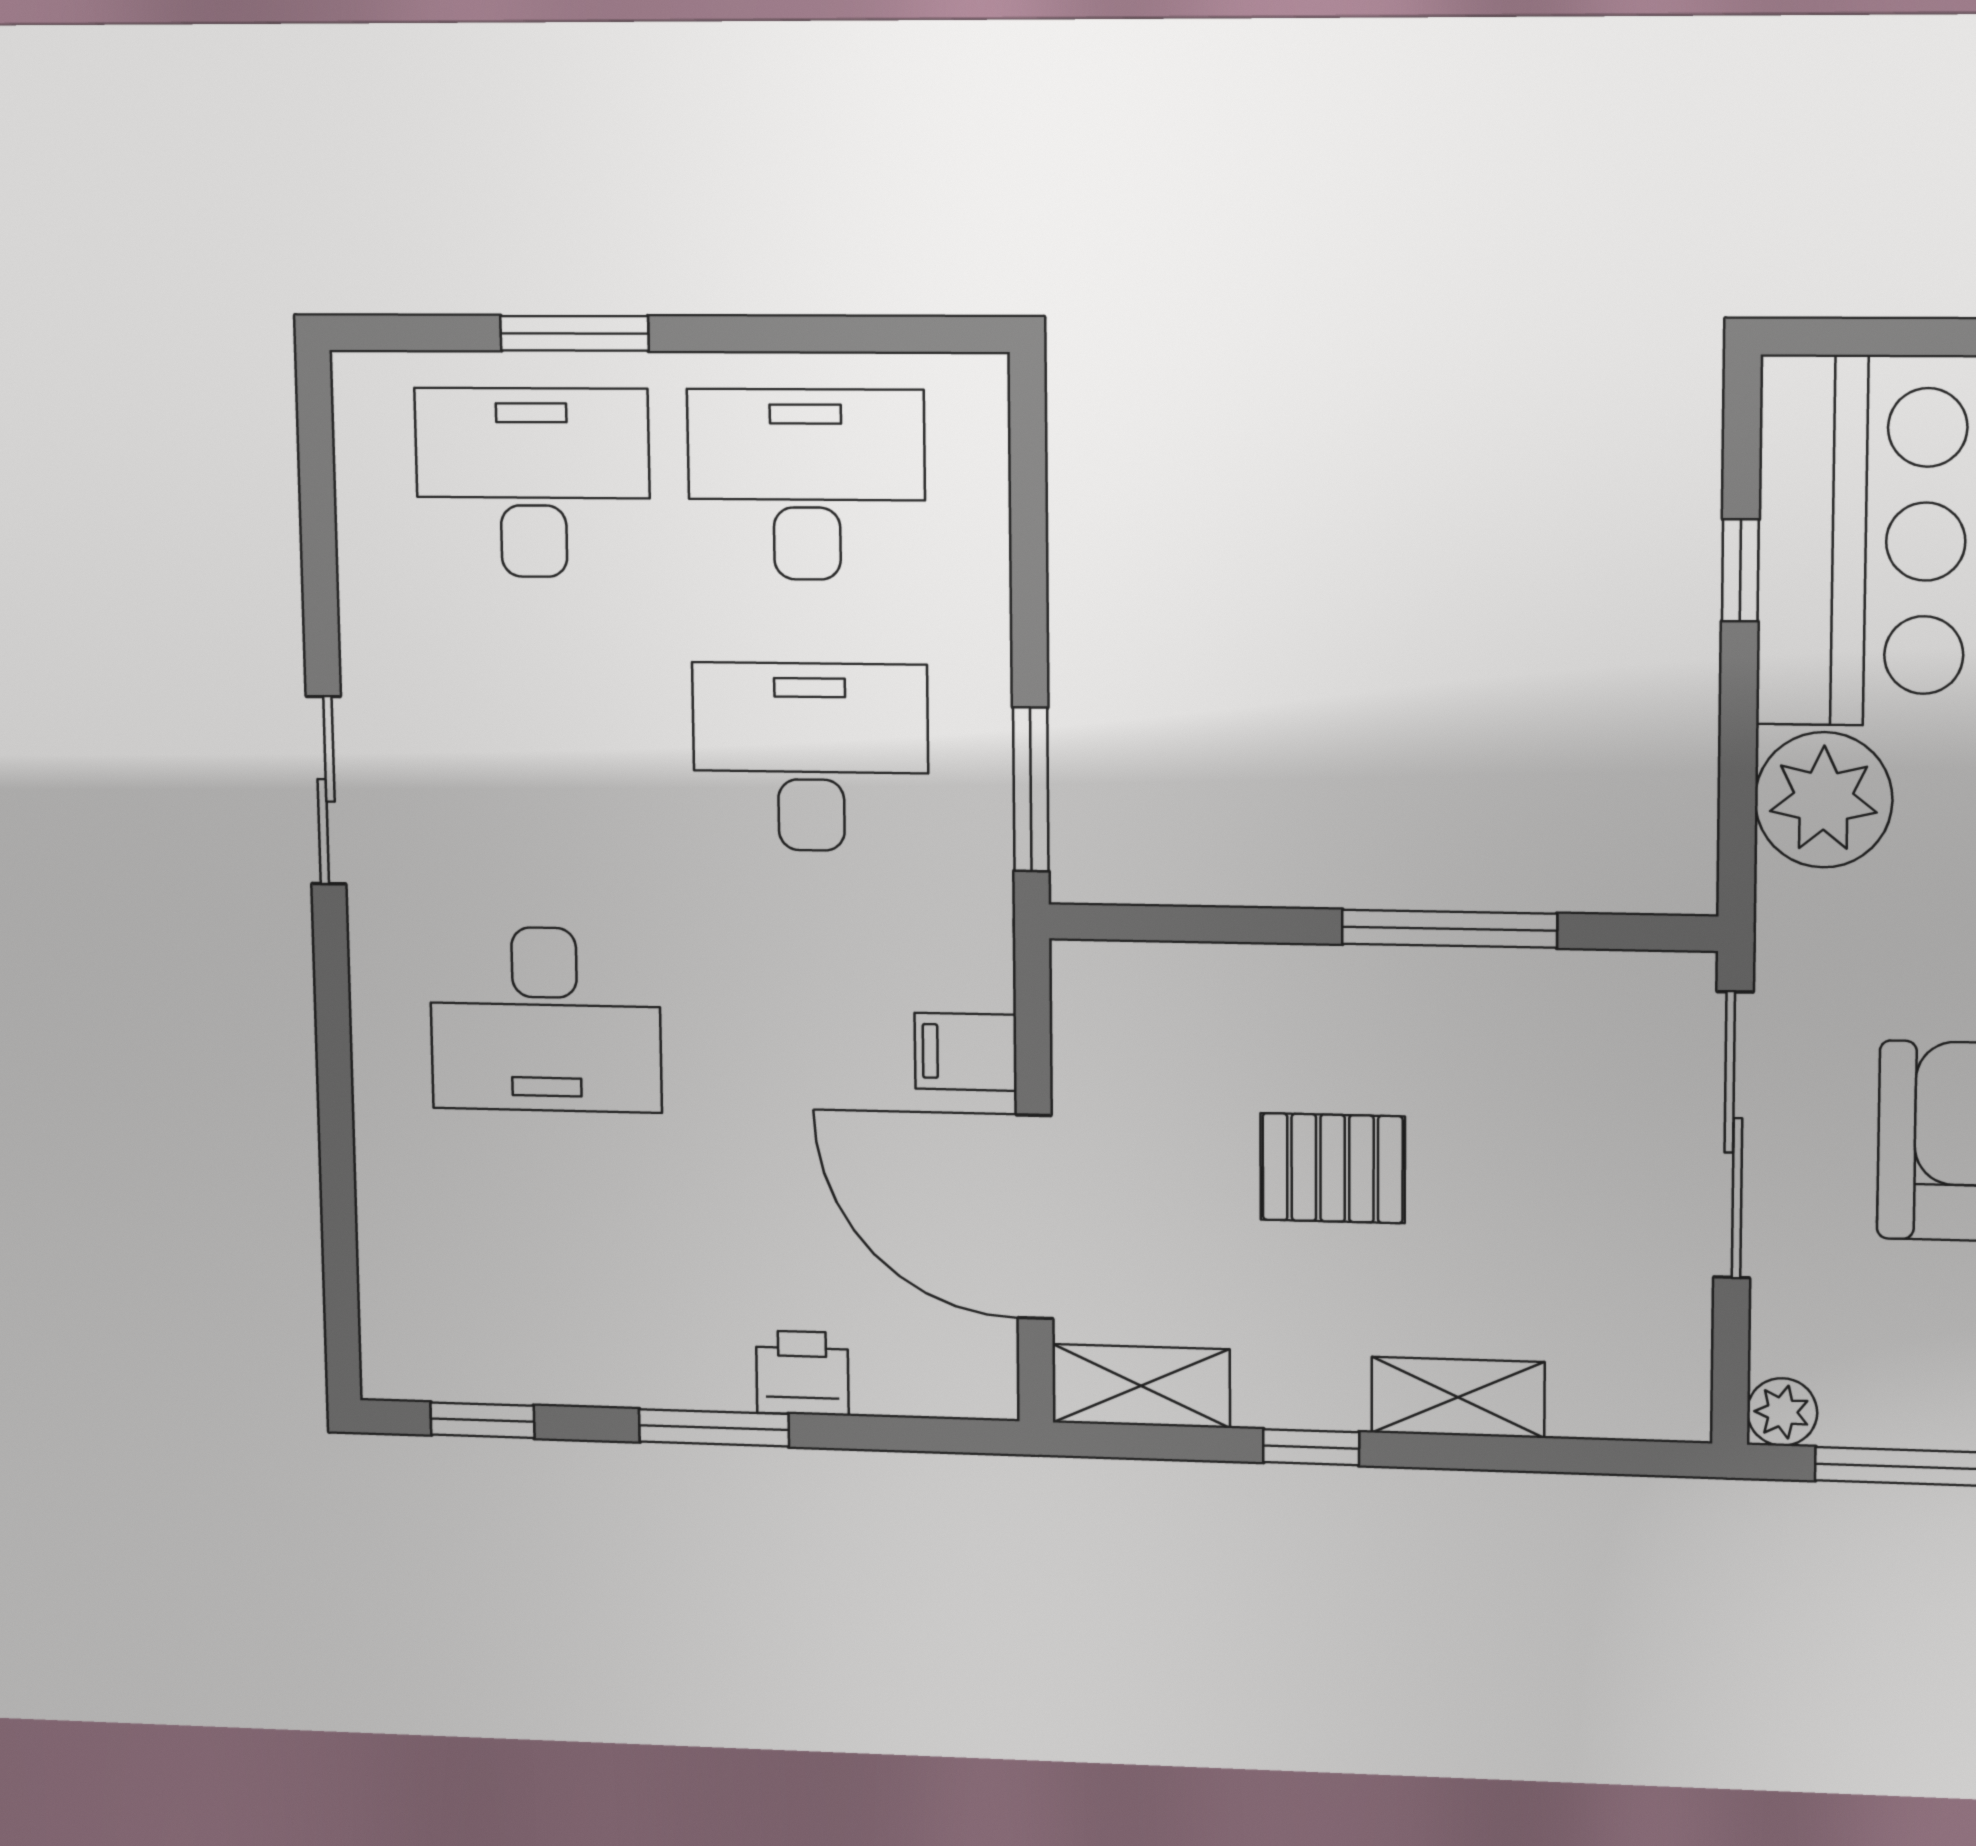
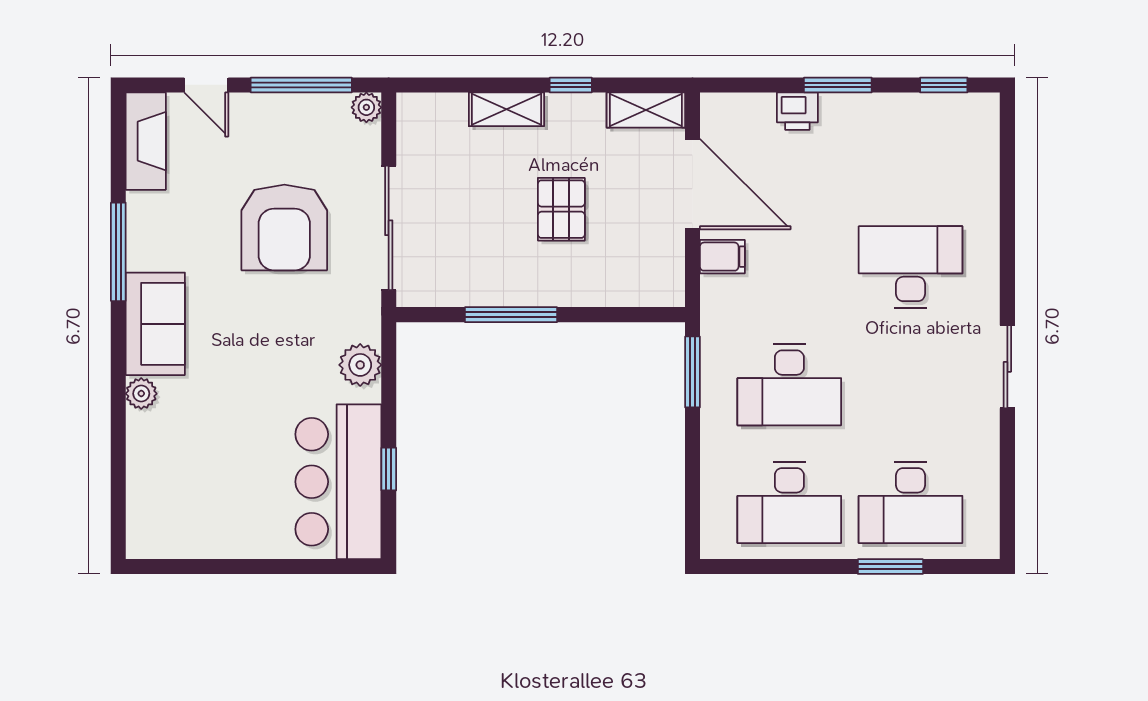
plant: (1824, 800) -> (360, 365), width x0.73, depth x0.73
pallet: (1333, 1168) -> (561, 209), turned 90

